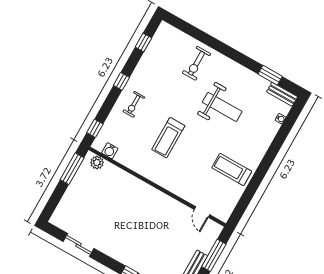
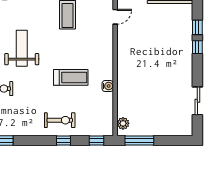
window: (121, 81) -> (64, 140), moved
exercise bike: (134, 104) -> (60, 120), width x1.38, depth x1.39
water cooler: (110, 151) -> (108, 86), moved

